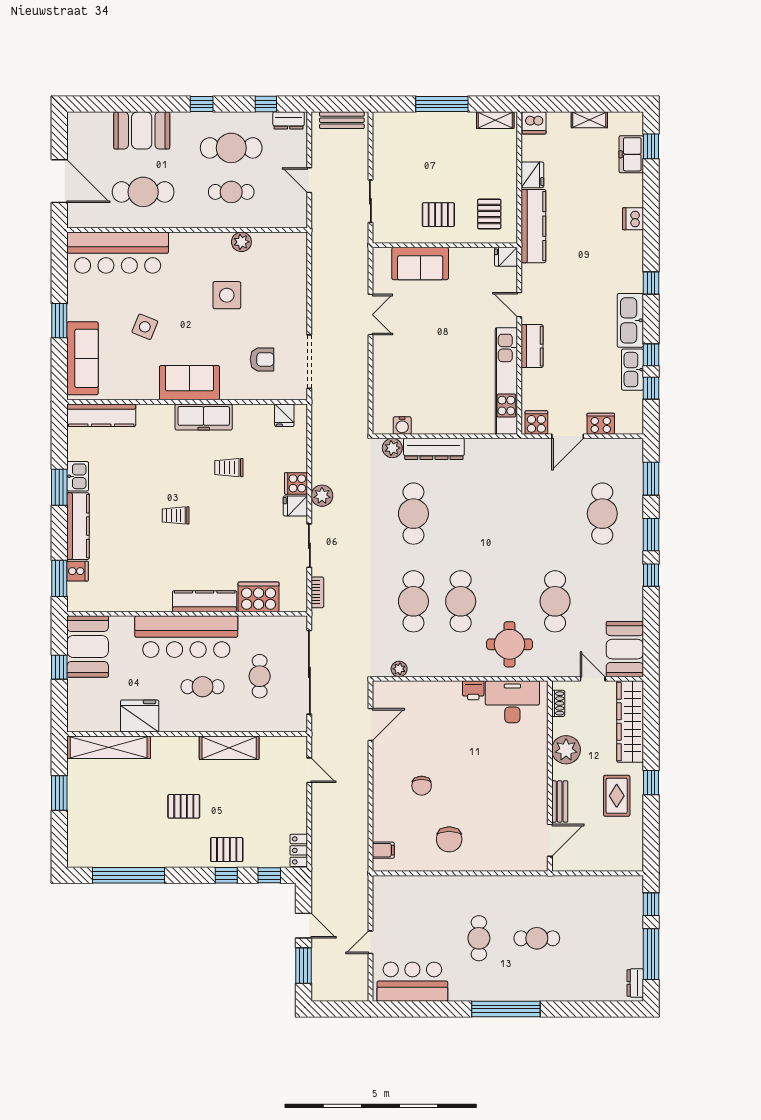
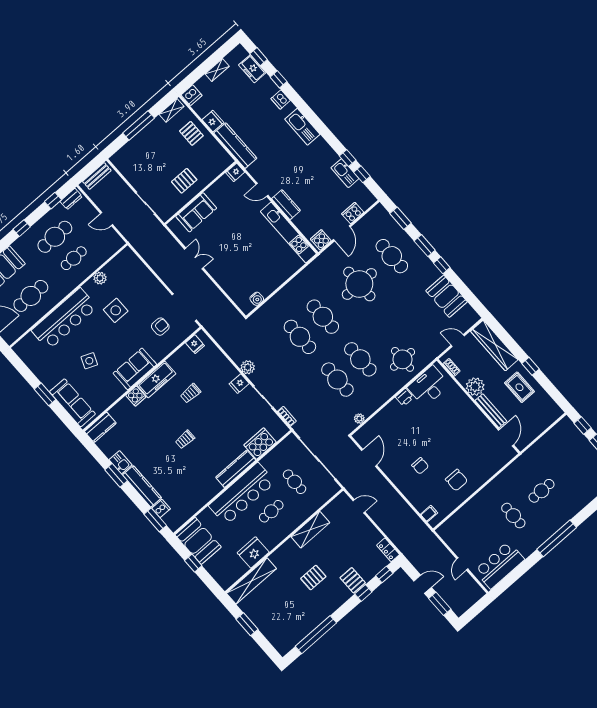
pallet: (489, 214) -> (191, 133), moved
bar counter: (118, 253) -> (64, 319), moved
window: (651, 283) -> (279, 79), moved
kitchen sink: (630, 320) -> (302, 127), moved
kitchen counter: (101, 415) -> (100, 427), width x0.67
plant: (392, 448) -> (262, 314), removed
dresser: (434, 449) -> (282, 297), removed
cooker: (296, 483) -> (136, 396), moved, turned -90
round table: (536, 513) -> (359, 284), added
cafe table: (555, 601) -> (323, 317), moved
booth: (625, 649) -> (447, 296), moved
bench: (560, 801) -> (491, 411), width x1.36
pallet: (227, 850) -> (353, 580), turned 90

